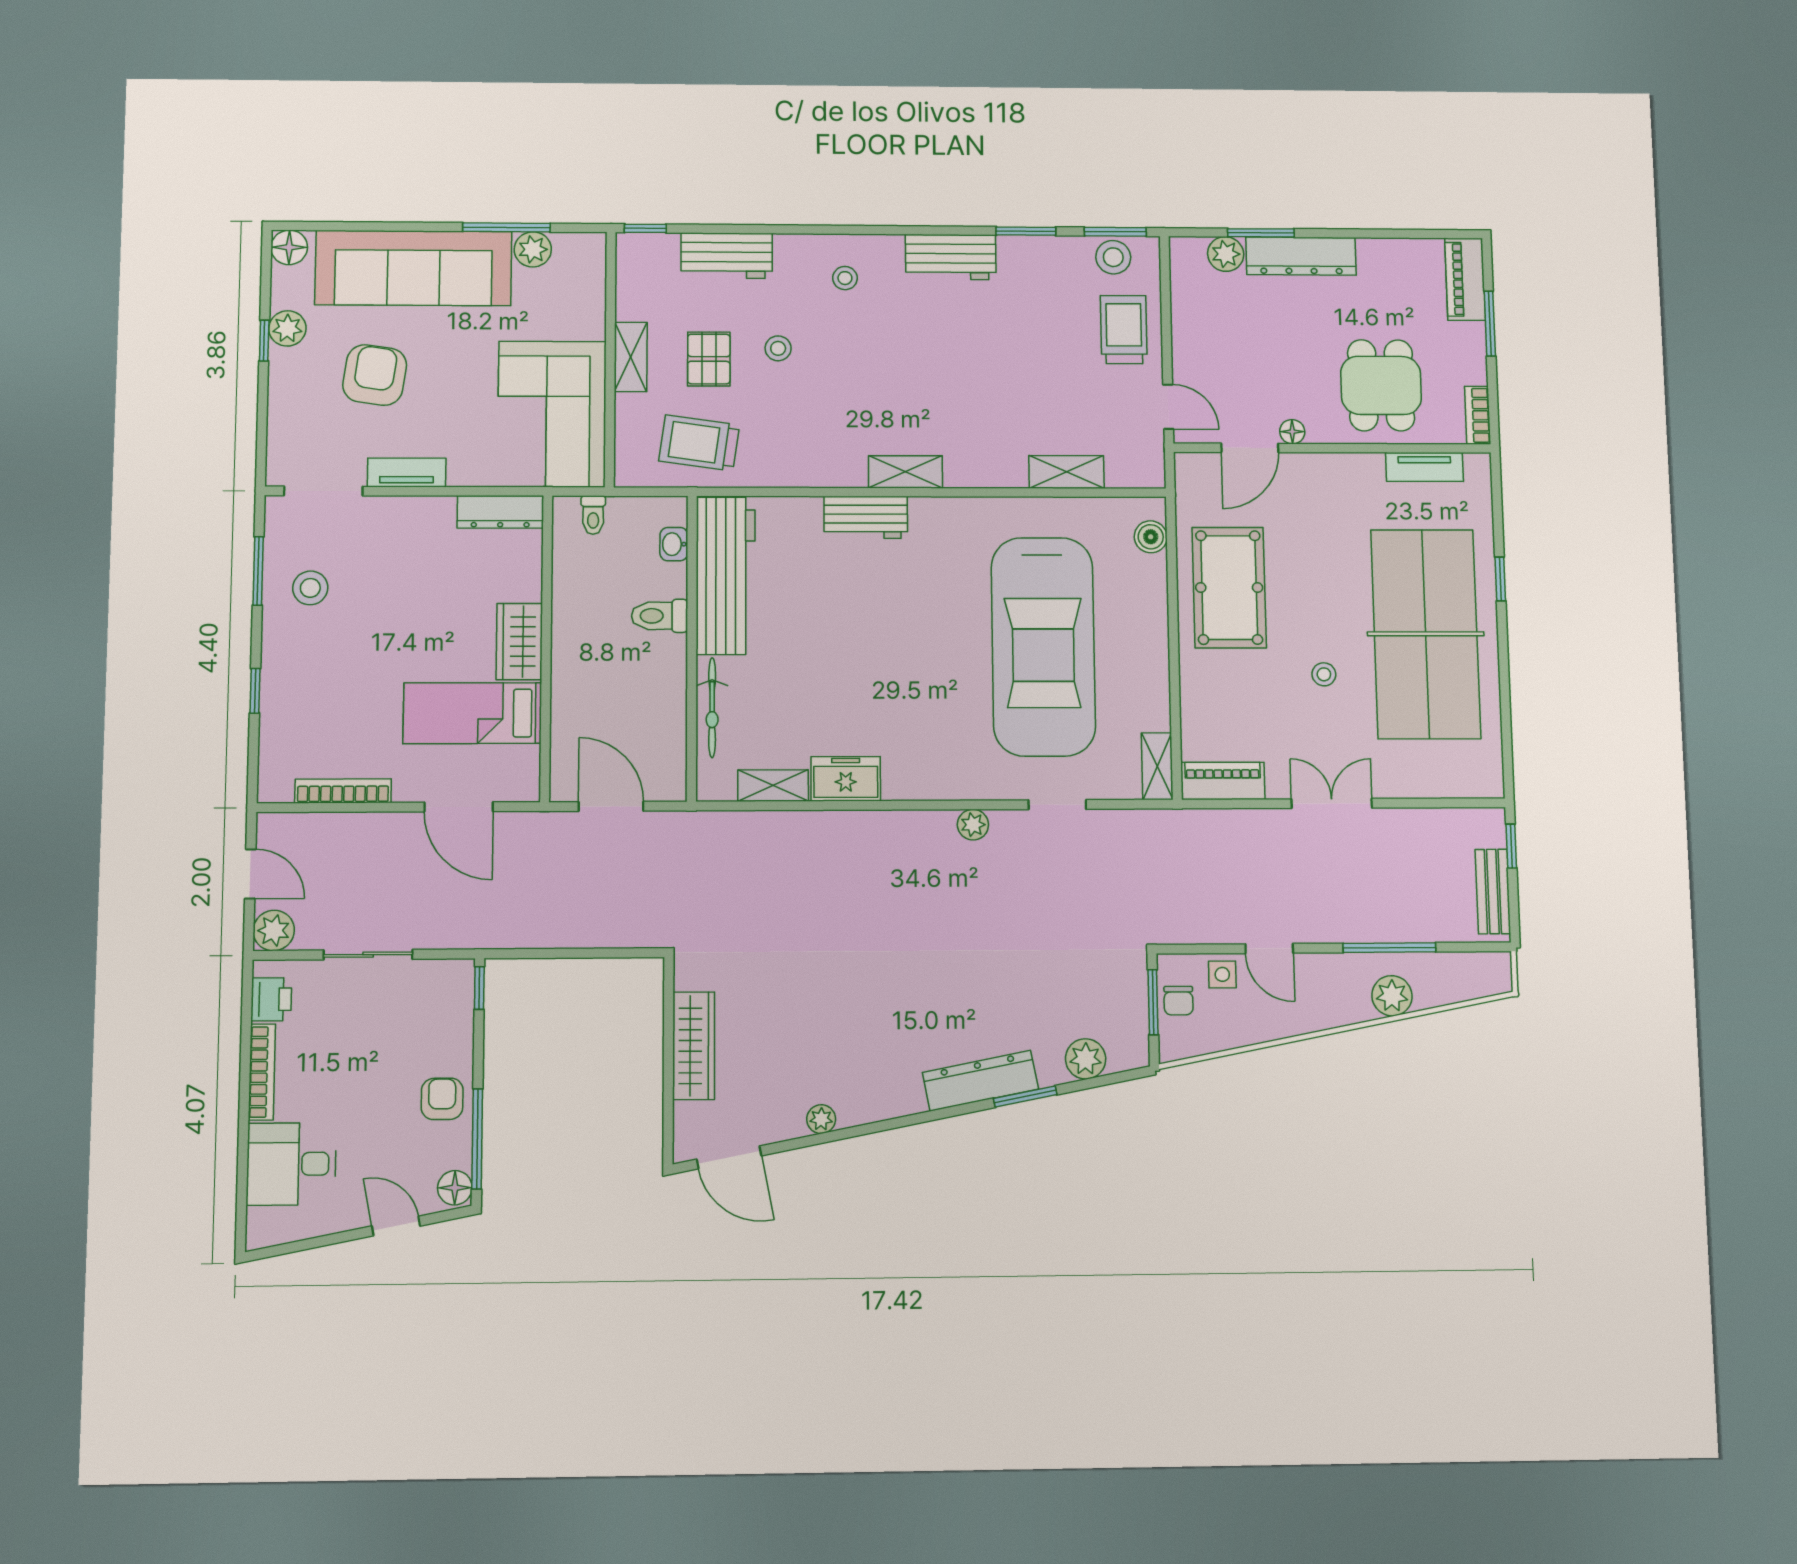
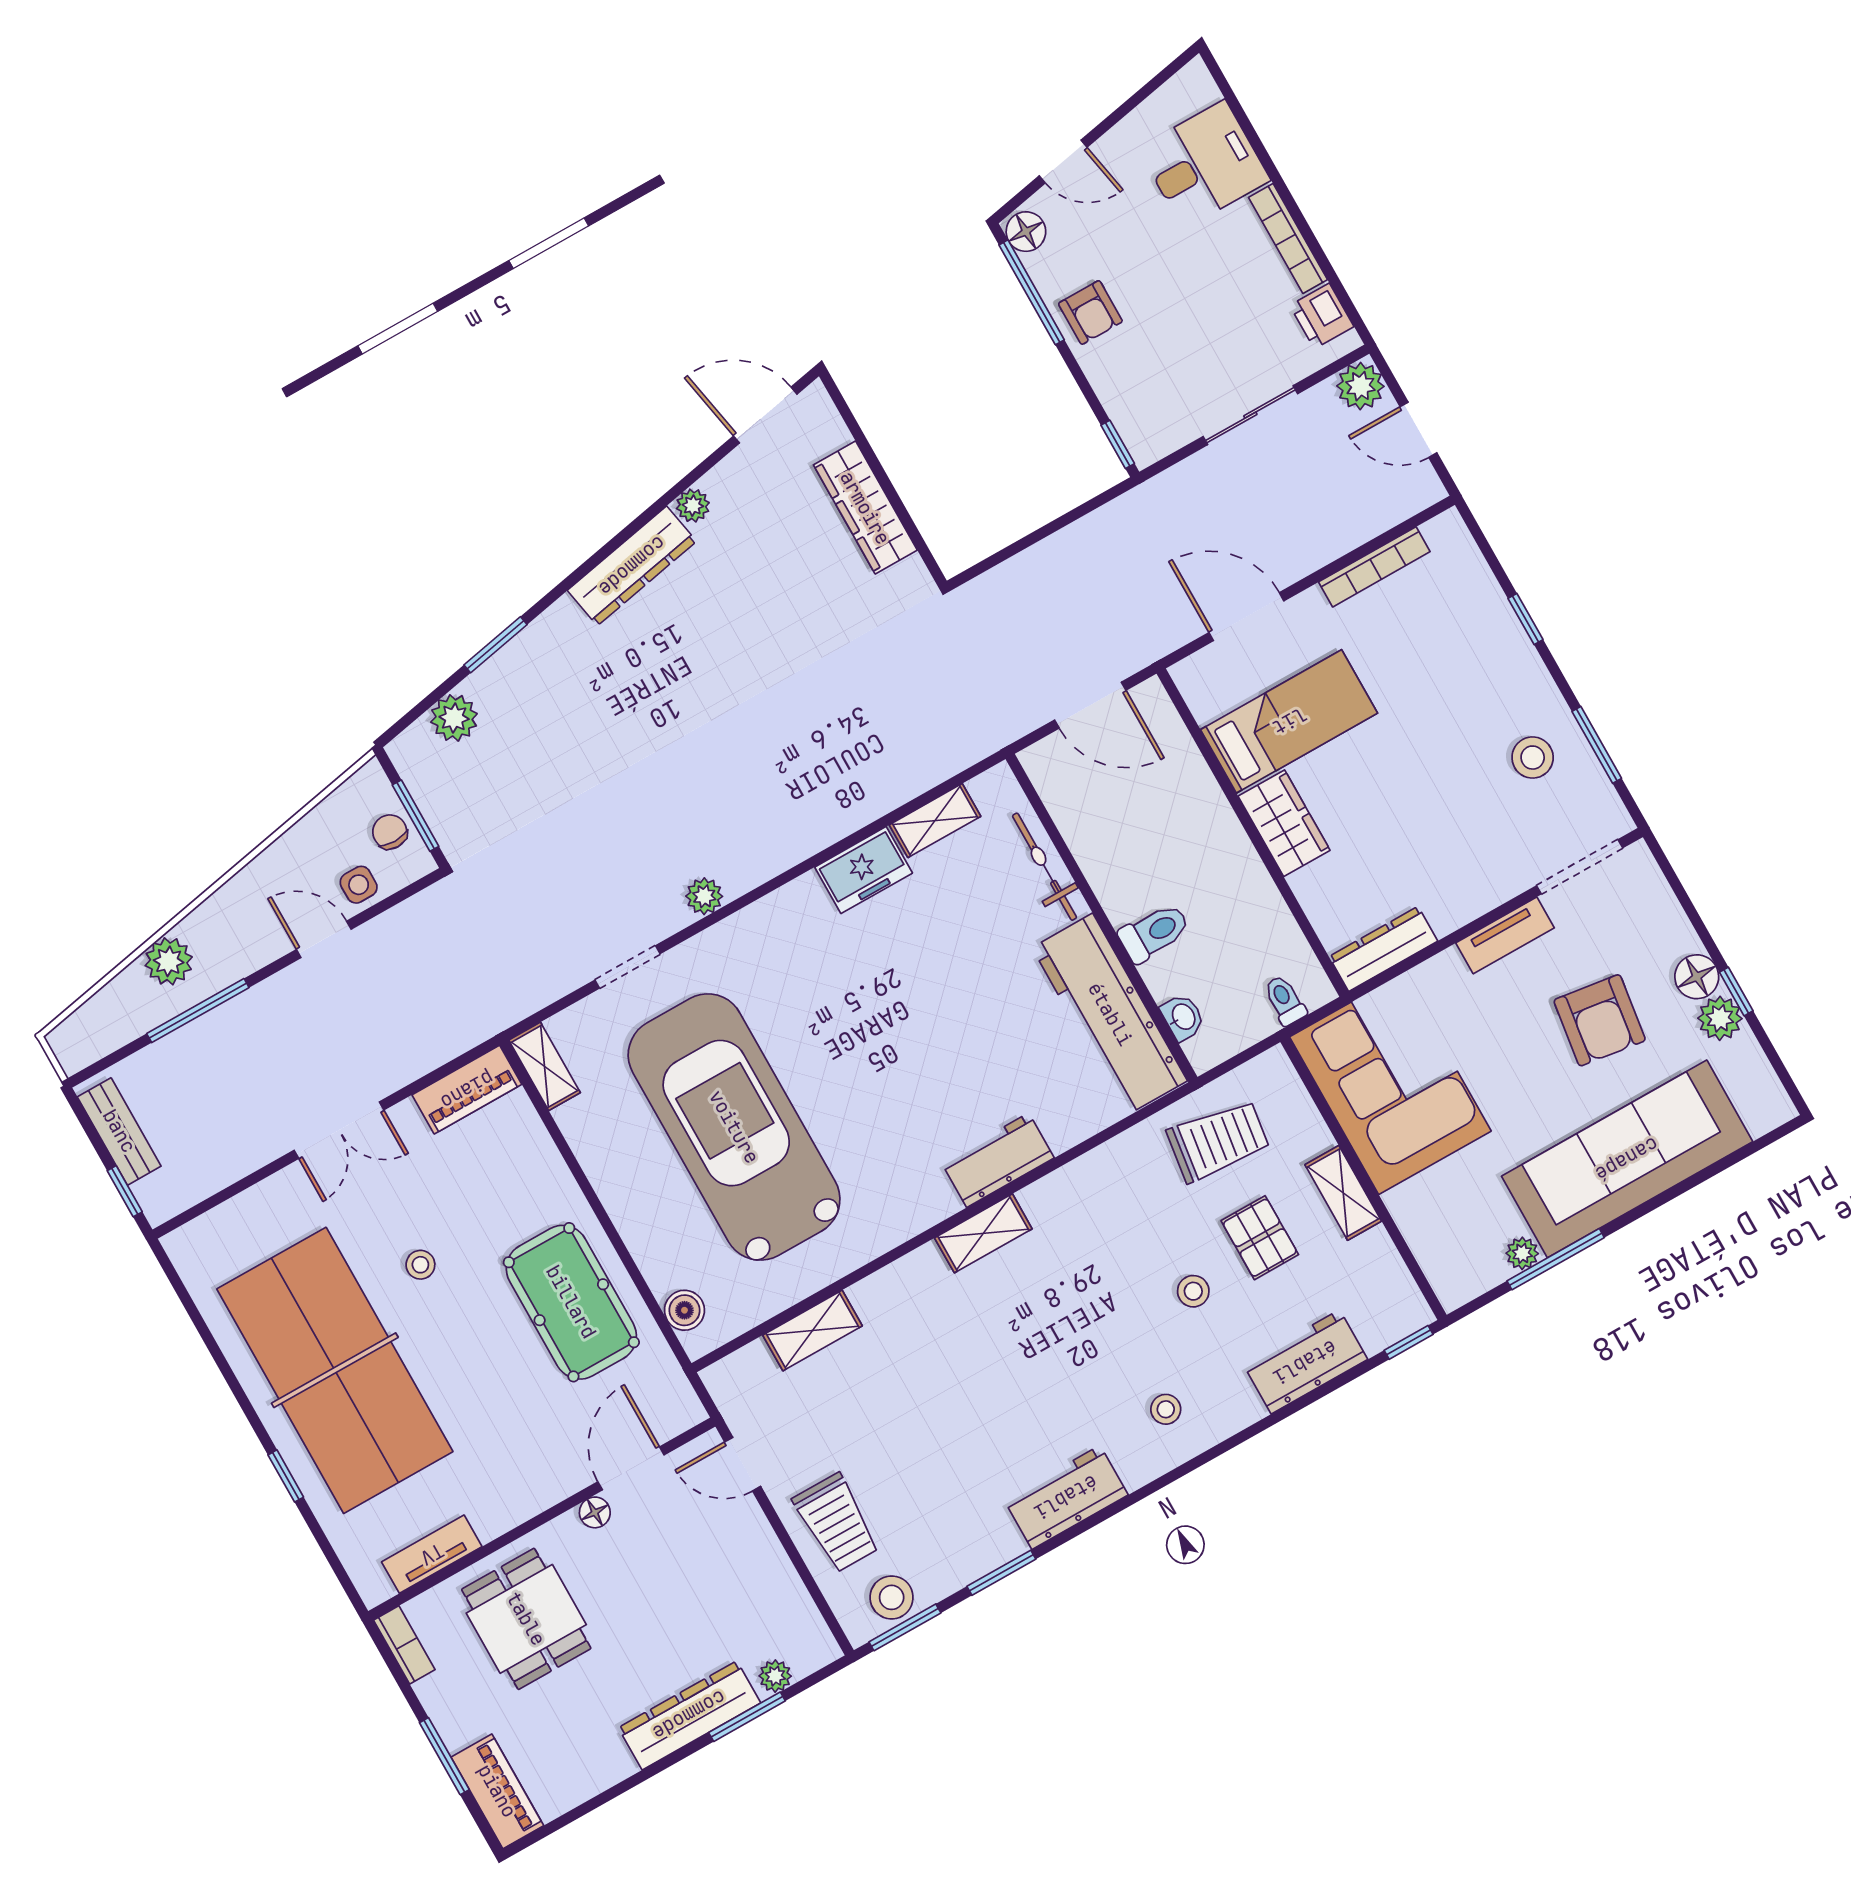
floor lamp: (289, 247) -> (1697, 977), moved
plant: (533, 249) -> (1522, 1253), width x0.73, depth x0.73
plant: (1226, 254) -> (775, 1676), width x0.73, depth x0.73
dresser: (980, 1081) -> (632, 566), moved

